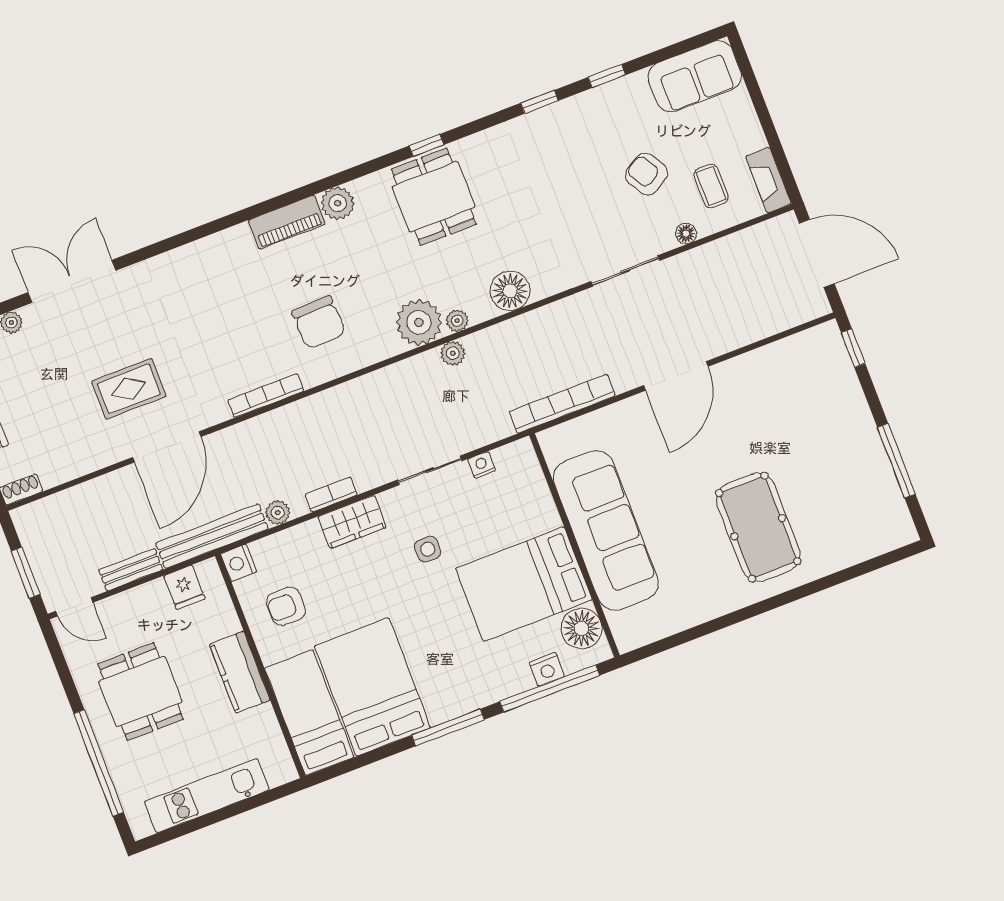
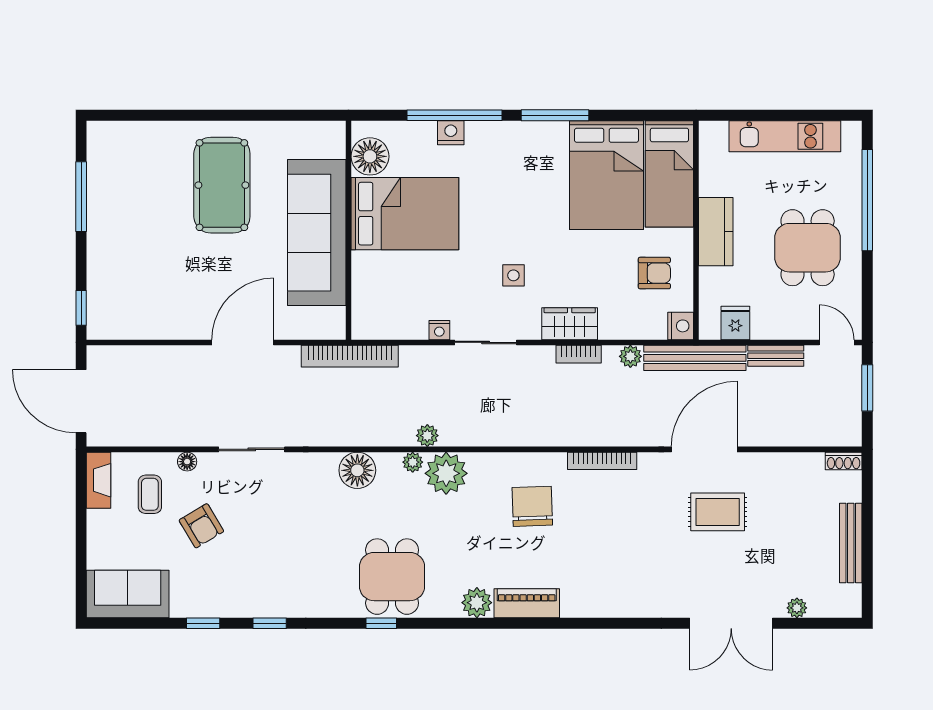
sofa: (606, 531) -> (317, 233), moved
wall: (575, 545) -> (348, 230), moved
bed: (524, 584) -> (405, 214), moved
floor lamp: (581, 628) -> (370, 156), moved

